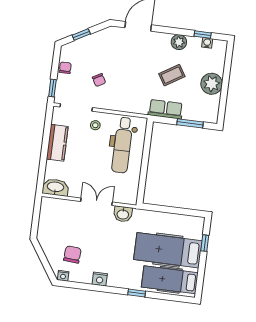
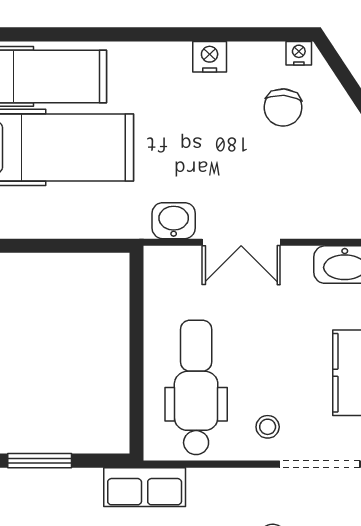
row of seats: (166, 109) -> (145, 487), moved
window: (137, 293) -> (116, 34), removed

